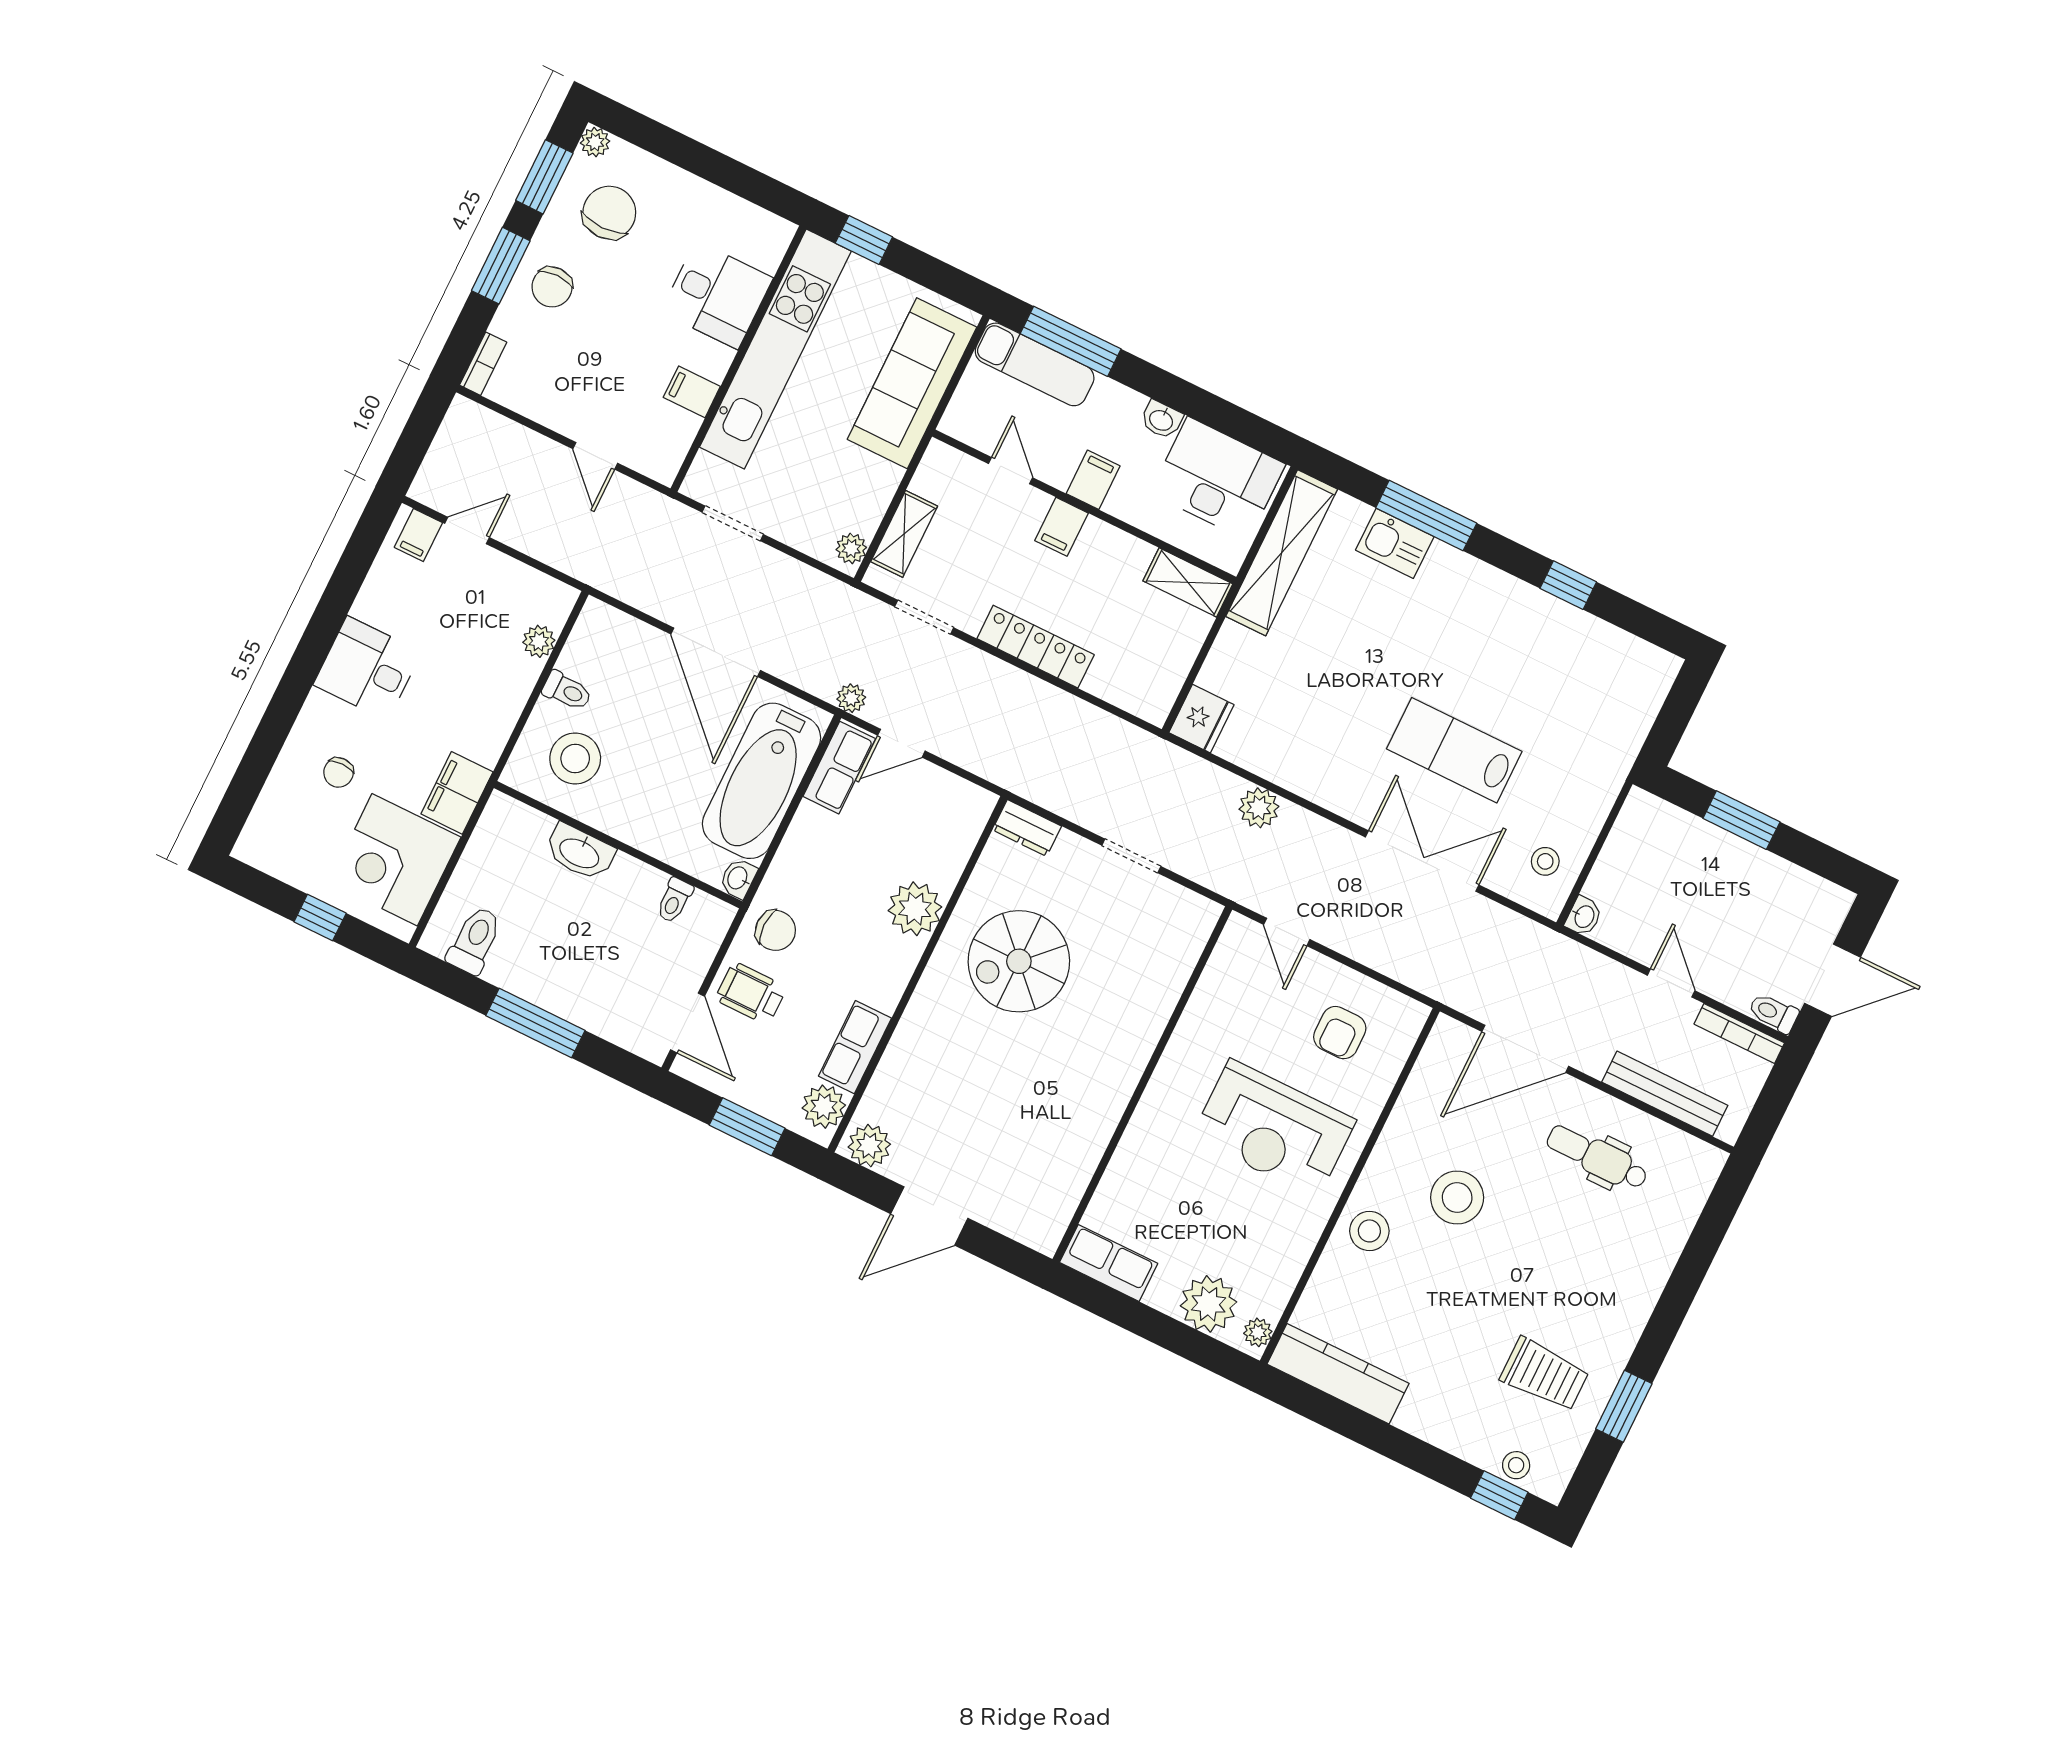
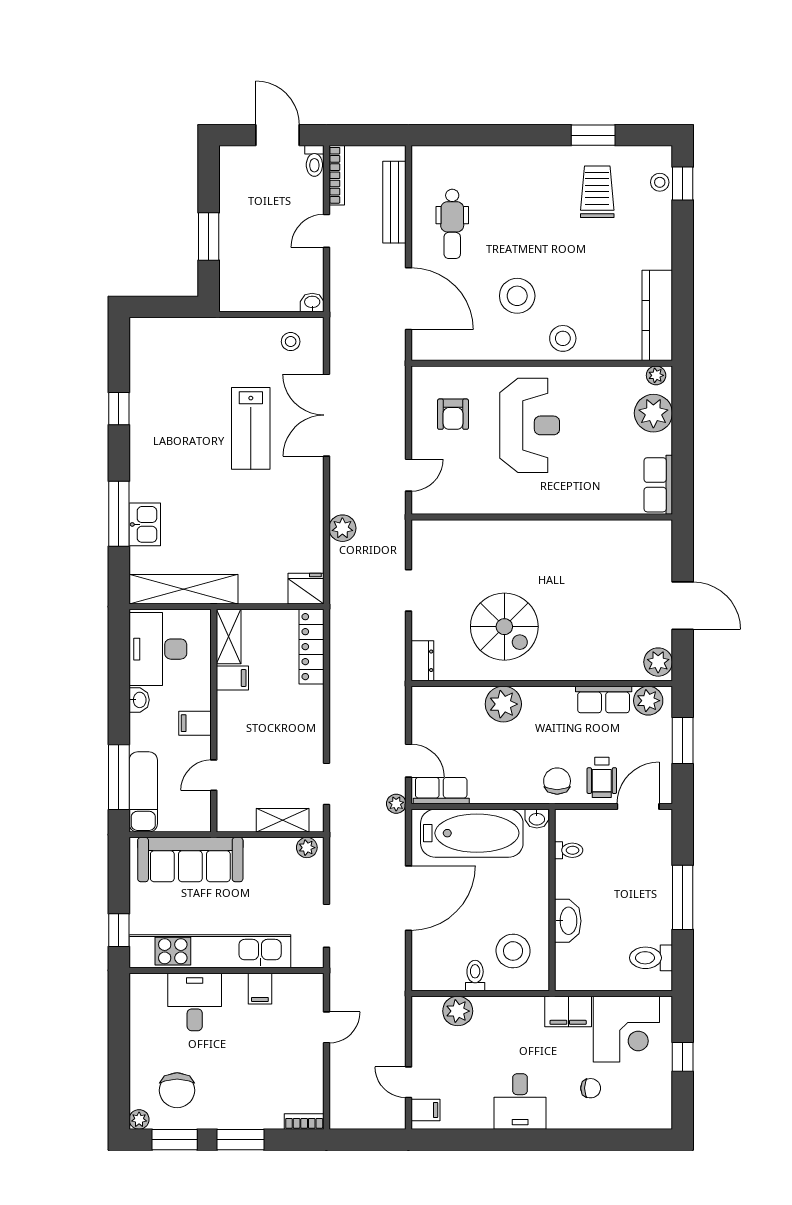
chair: (609, 213) -> (177, 1090), turned -90
chair: (552, 287) -> (238, 1103), removed
filing cabinet: (1061, 527) -> (232, 678), moved
plant: (539, 641) -> (458, 1011), width x1.38, depth x1.38
locker: (1036, 647) -> (312, 647), moved
armchair: (1340, 1033) -> (453, 414), turned 90

